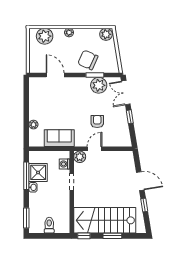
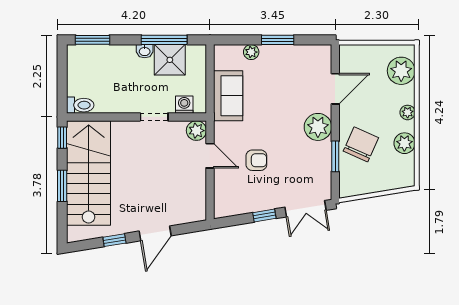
plant: (106, 34) -> (404, 143), moved
plant: (99, 85) -> (318, 127), moved
double door: (126, 93) -> (305, 209), swing flipped
window: (26, 109) -> (278, 40), added
toilet: (49, 225) -> (80, 105), moved

